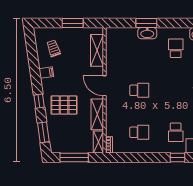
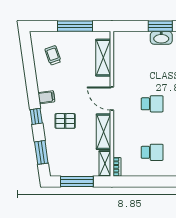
window: (73, 23) -> (75, 26), width x1.44
filing cabinet: (46, 73) -> (46, 97), moved
pallet: (64, 105) -> (65, 121), width x0.67, depth x0.71

